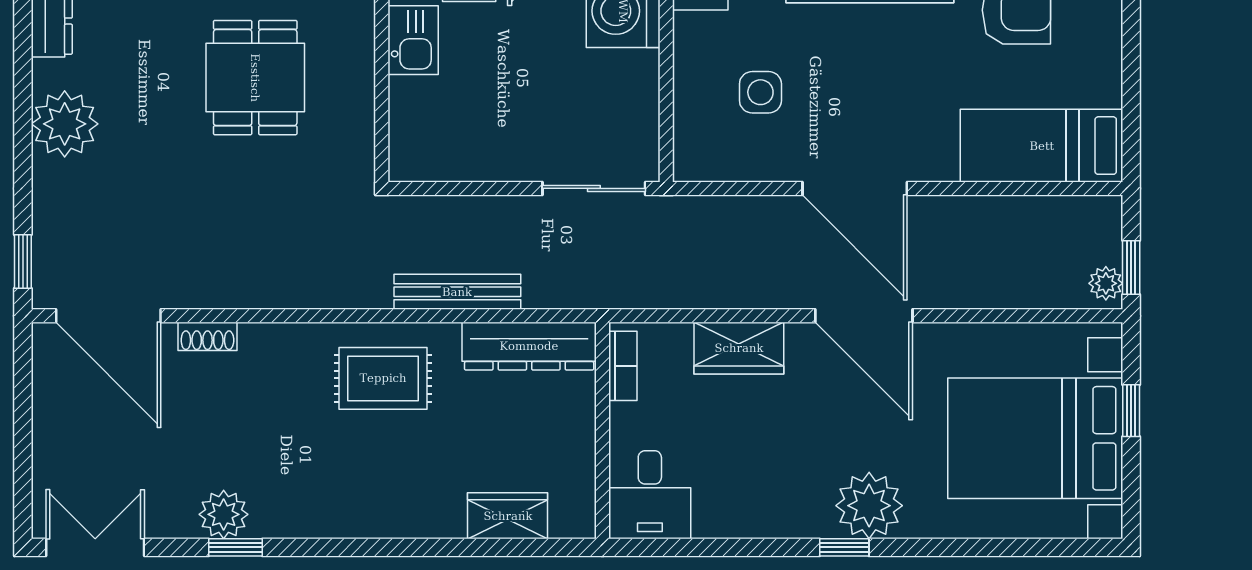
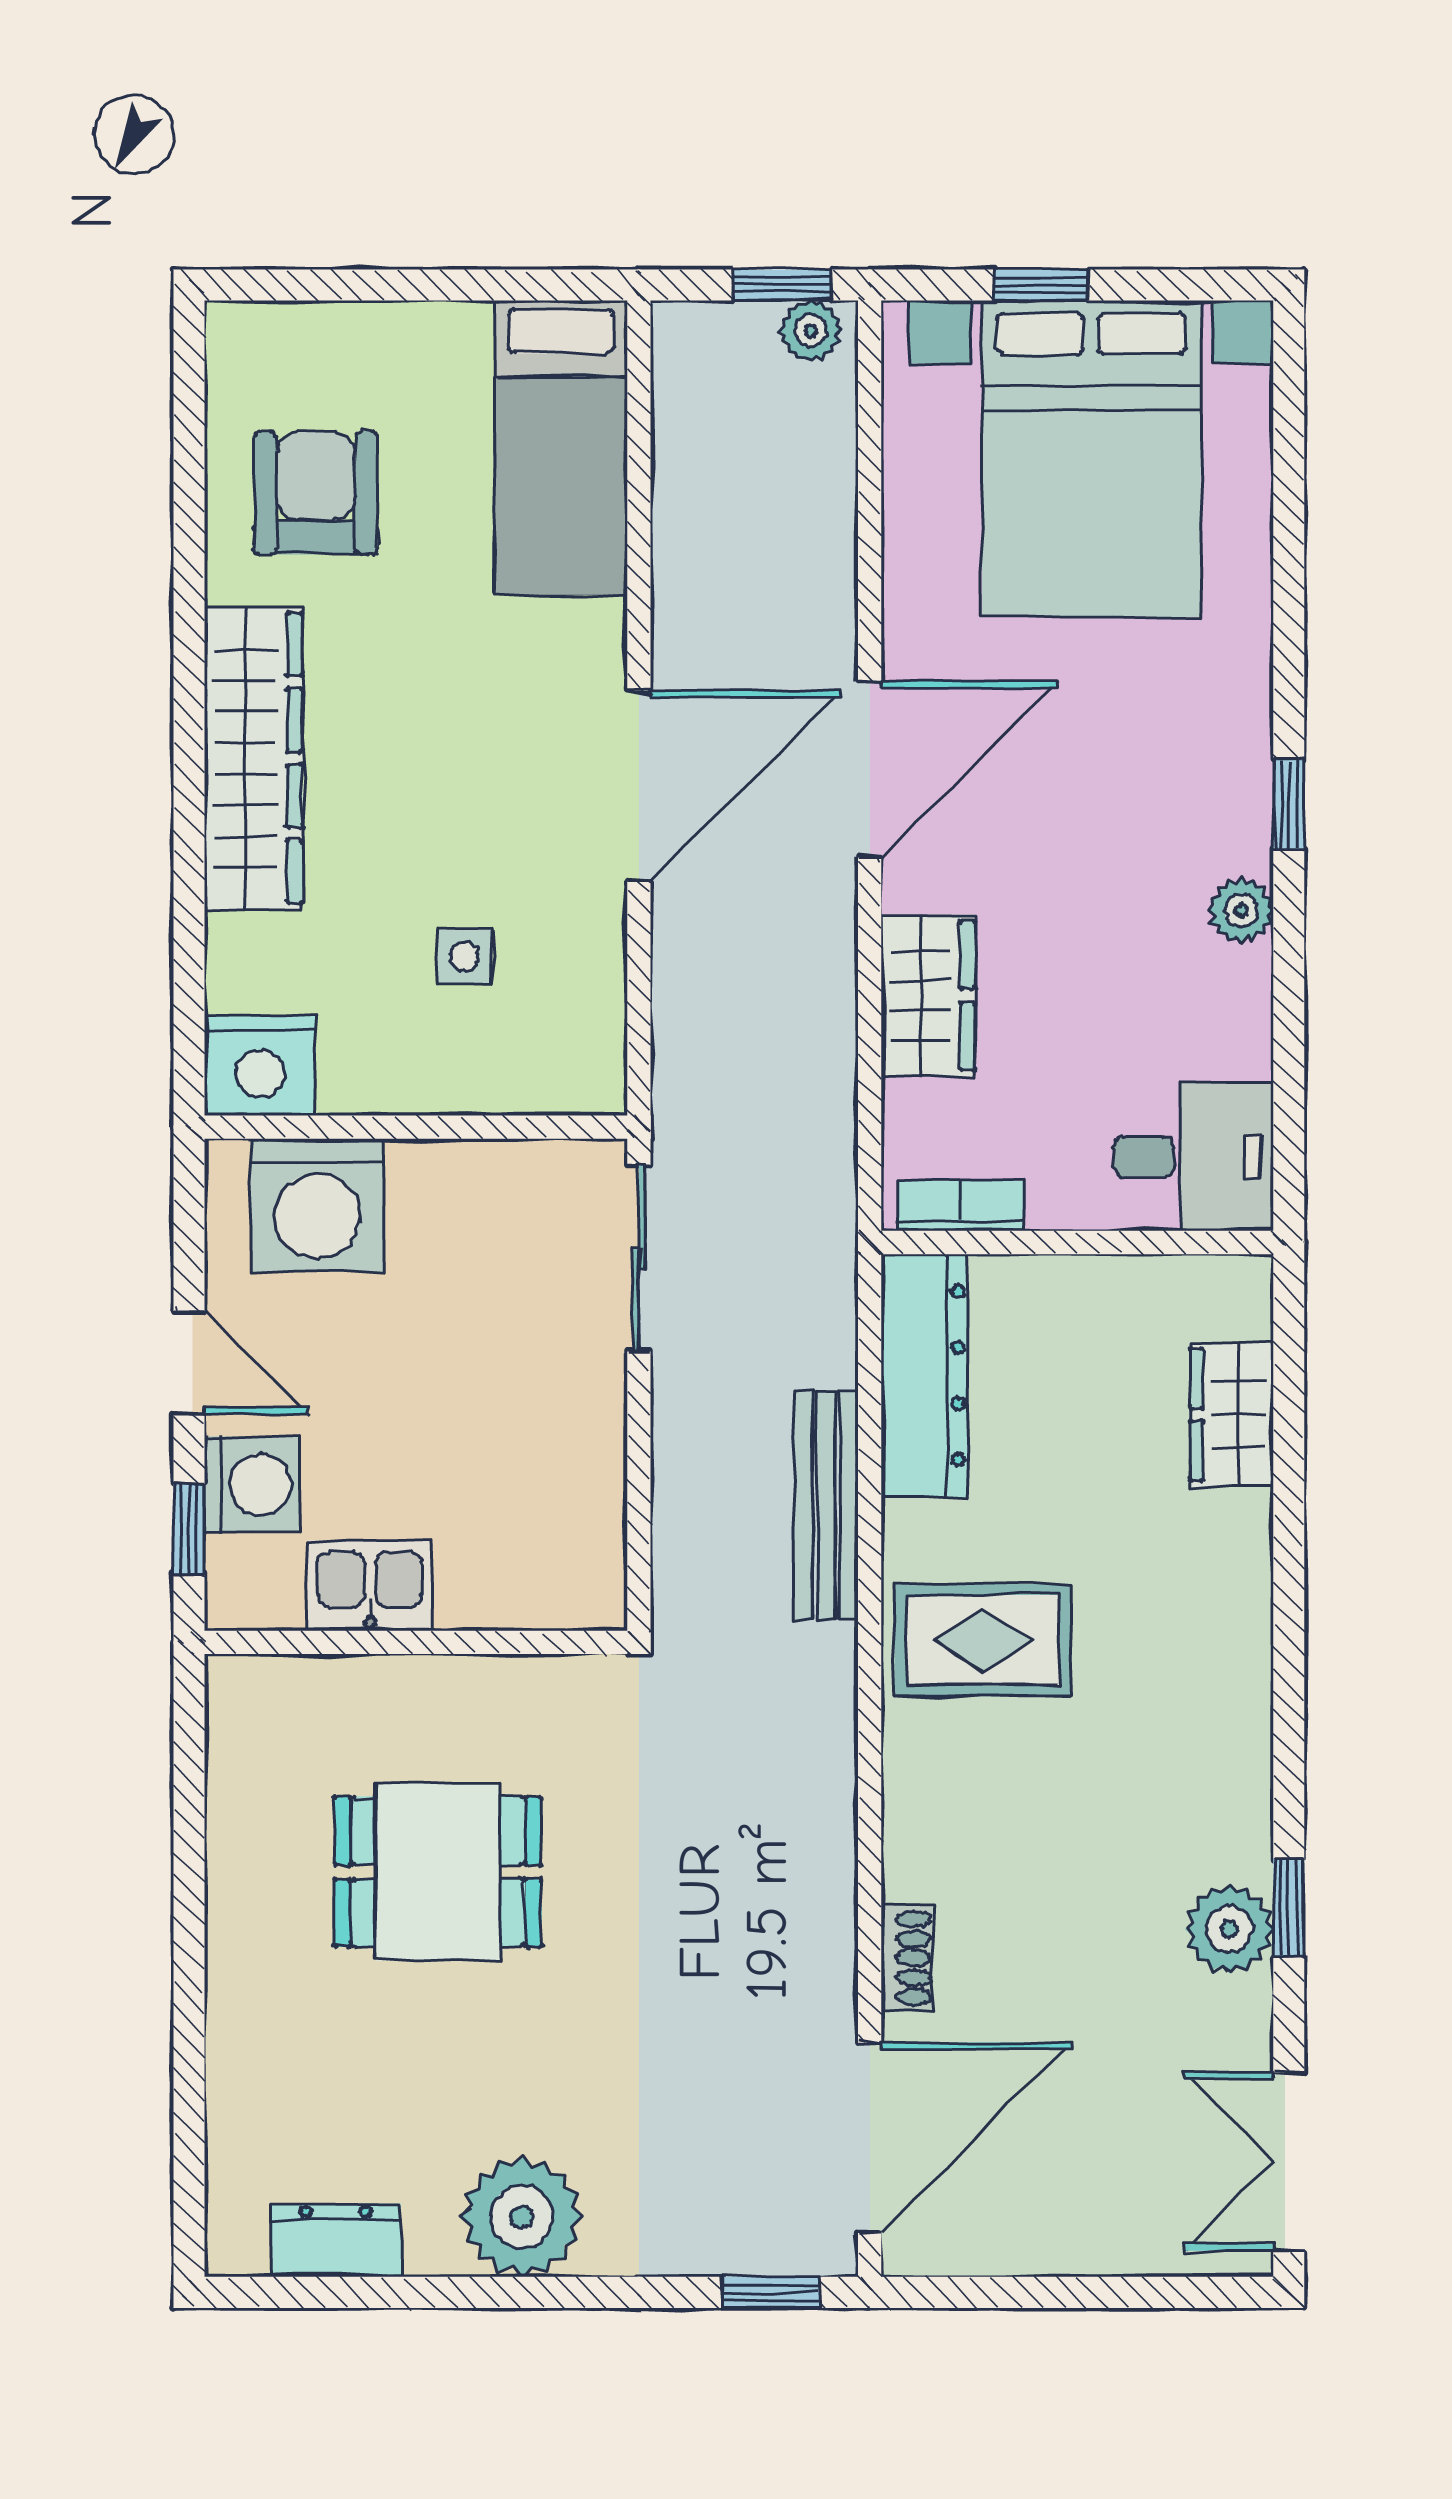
side table: (760, 92) -> (464, 957), width x0.73, depth x0.73
rug: (383, 378) -> (983, 1640), turned 90
plant: (869, 506) -> (1241, 910), moved, width x0.53, depth x0.53

